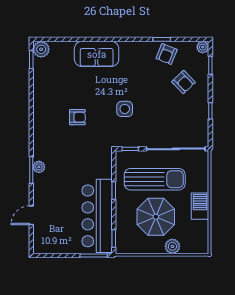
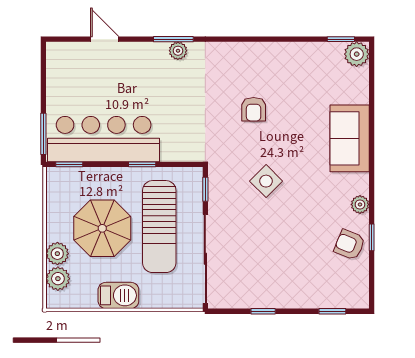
plant: (203, 47) -> (360, 204), moved
armchair: (184, 82) -> (307, 270), removed
side table: (125, 109) -> (266, 181), turned 45
plant: (189, 246) -> (58, 279), added

